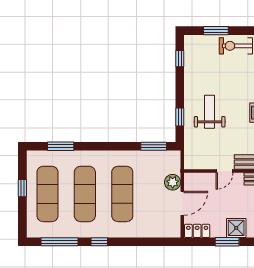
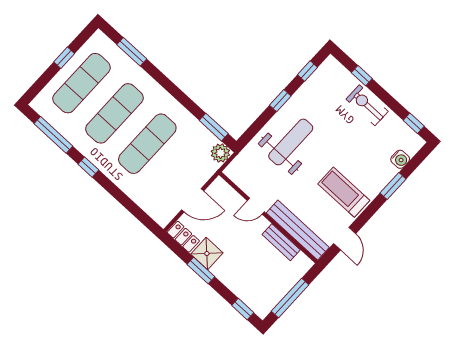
window: (216, 31) -> (362, 76), width x0.67
weight bench: (210, 112) -> (291, 142), width x1.36, depth x1.33
window: (180, 117) -> (280, 101), moved
plant: (173, 182) -> (220, 153), moved
shower: (236, 228) -> (207, 253), moved

